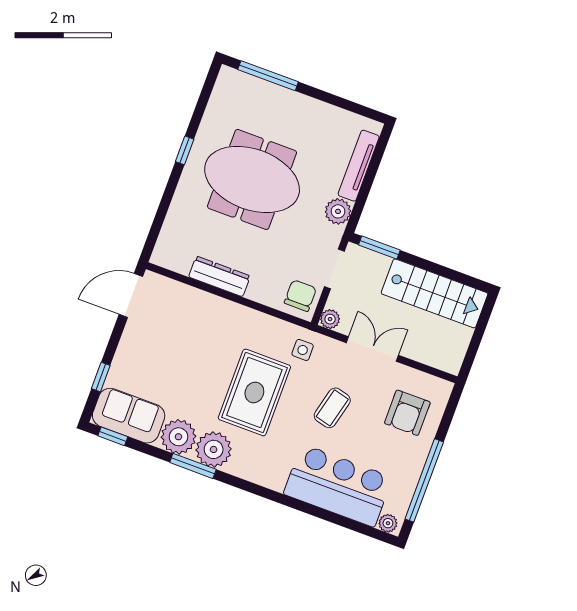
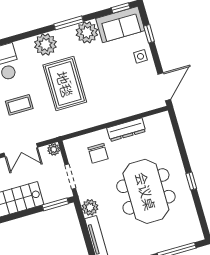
meeting table: (252, 179) -> (146, 191), turned 90
chair: (300, 296) -> (98, 153), moved
side table: (303, 350) -> (140, 56), moved
coffee table: (332, 408) -> (19, 105), turned 76
plant: (214, 449) -> (45, 45), moved

